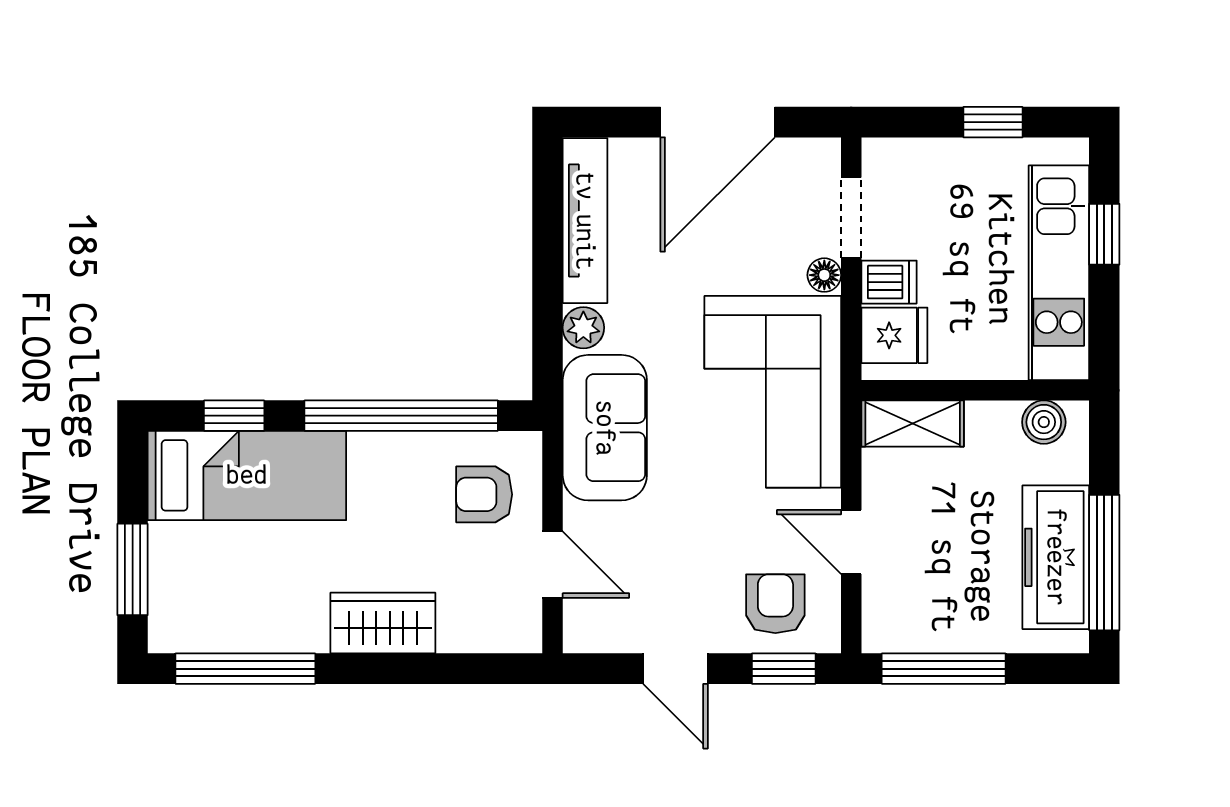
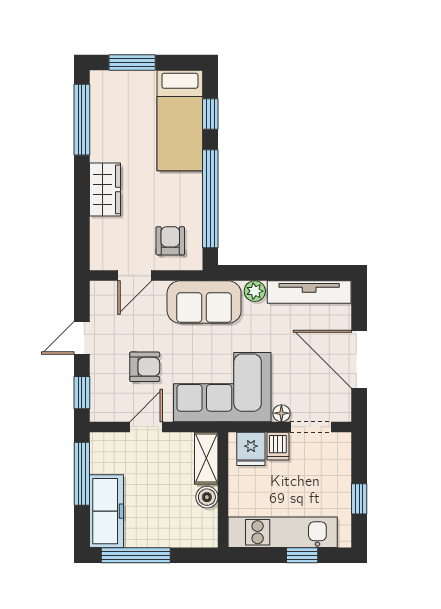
boiler: (1044, 422) -> (207, 497), moved
freezer: (1056, 557) -> (107, 511), moved, turned 90
armchair: (775, 604) -> (145, 367), moved

